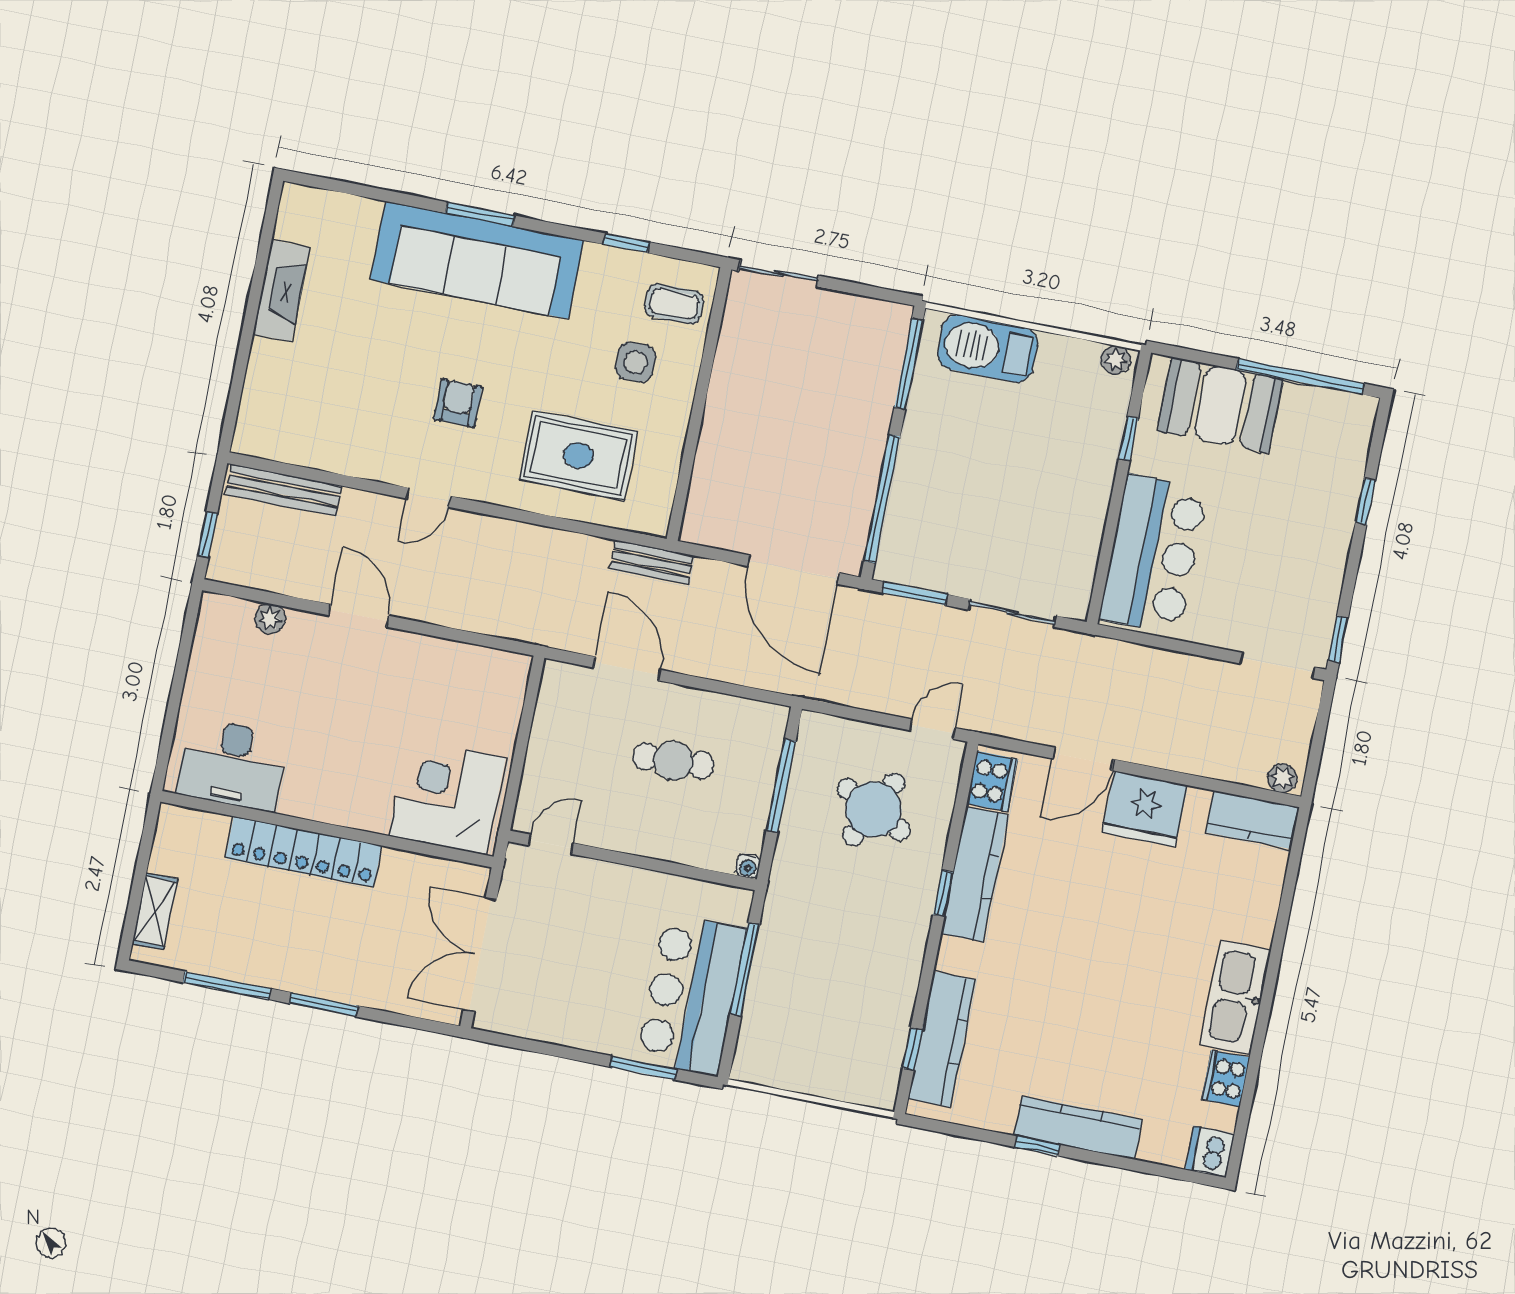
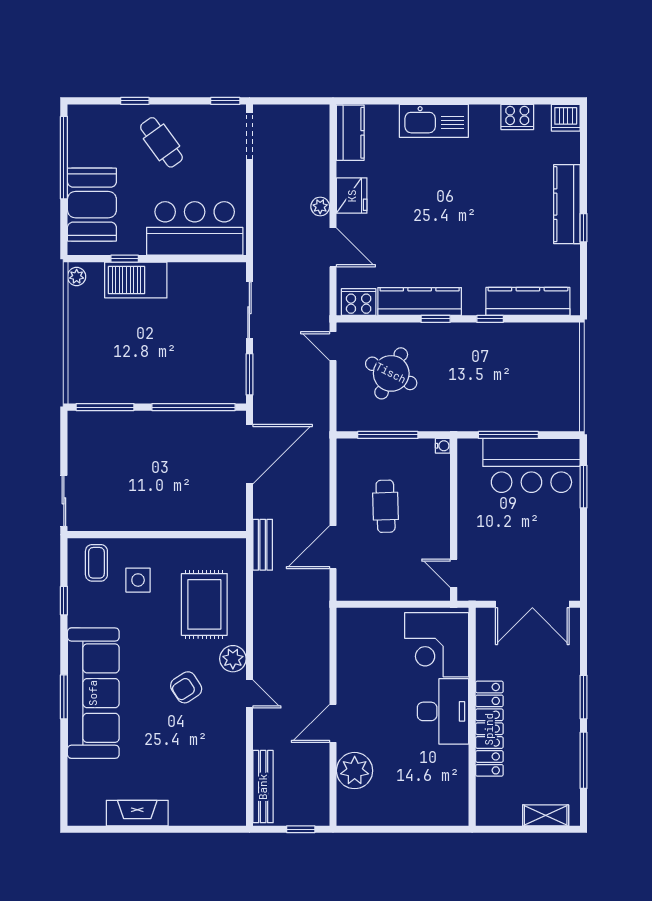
barbecue: (987, 348) -> (136, 280), moved, turned 90
armchair: (458, 403) -> (186, 687), turned -33
plant: (487, 483) -> (233, 659), added
cafe table: (1294, 530) -> (161, 142), added
plant: (270, 619) -> (355, 771), width x1.88, depth x1.88
desk: (232, 764) -> (443, 711), moved
plant: (1282, 778) -> (320, 206), moved
fridge: (1145, 809) -> (352, 196), width x0.73, depth x0.75
kitchen sink: (1236, 997) -> (434, 121), moved
window: (912, 1049) -> (490, 319), moved

